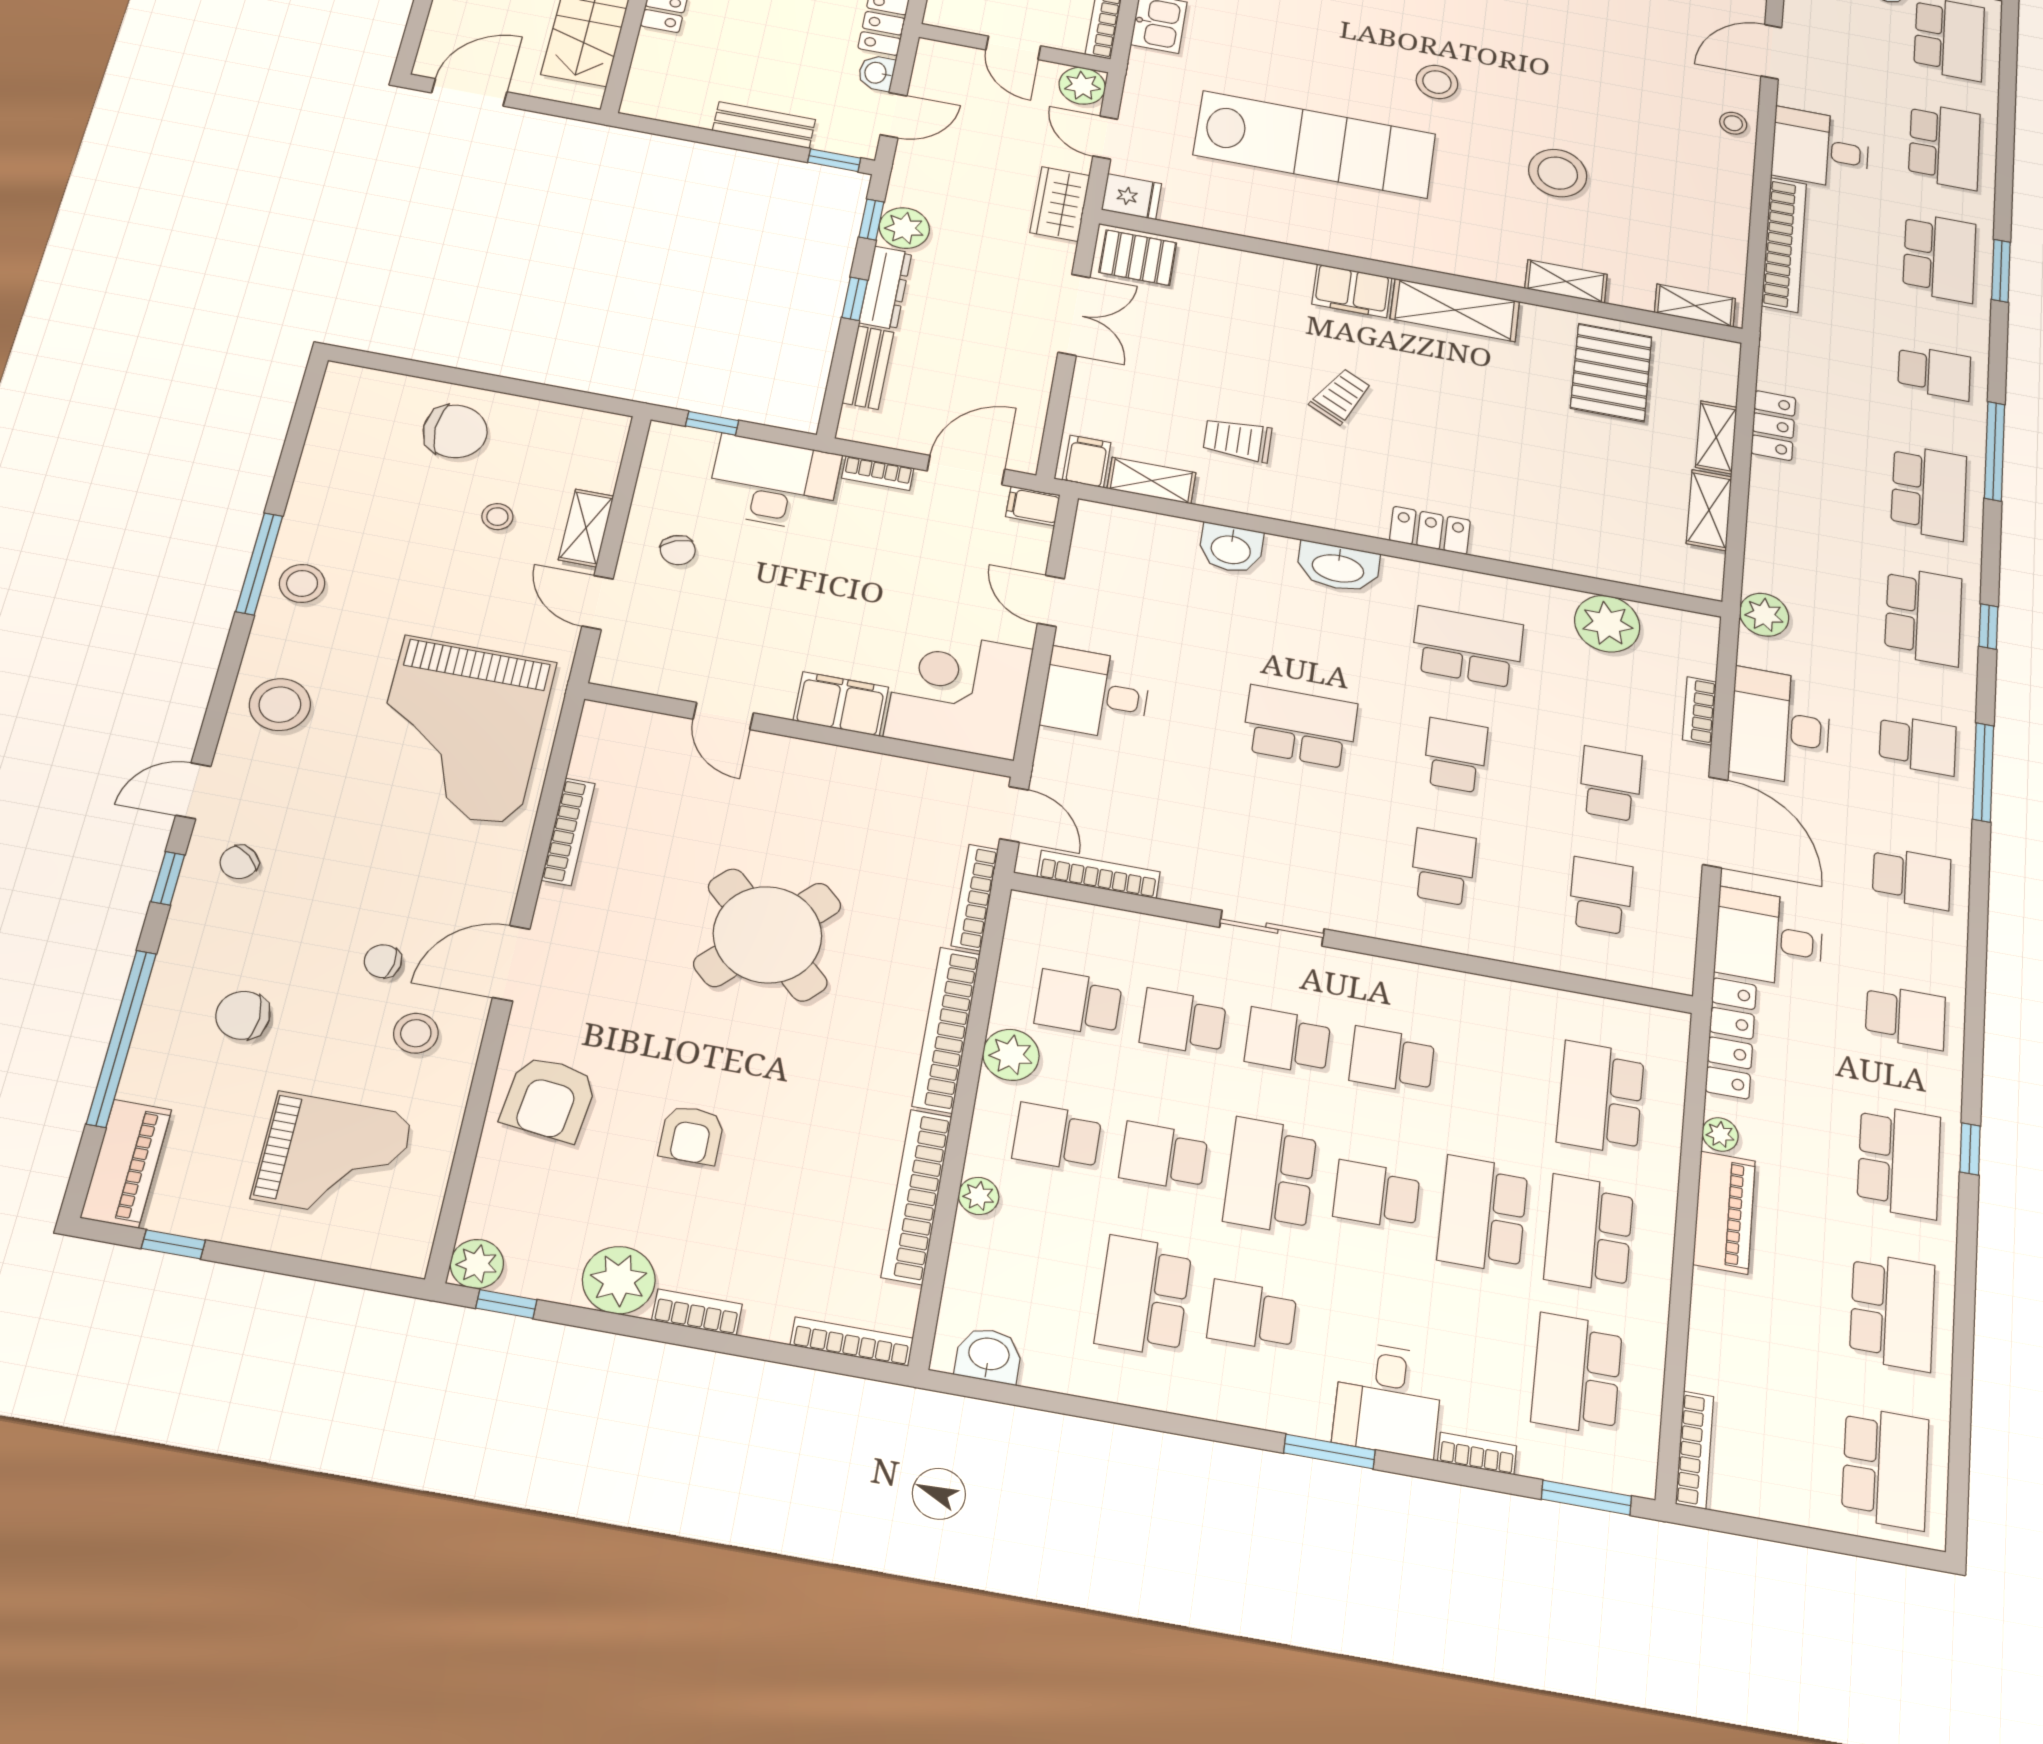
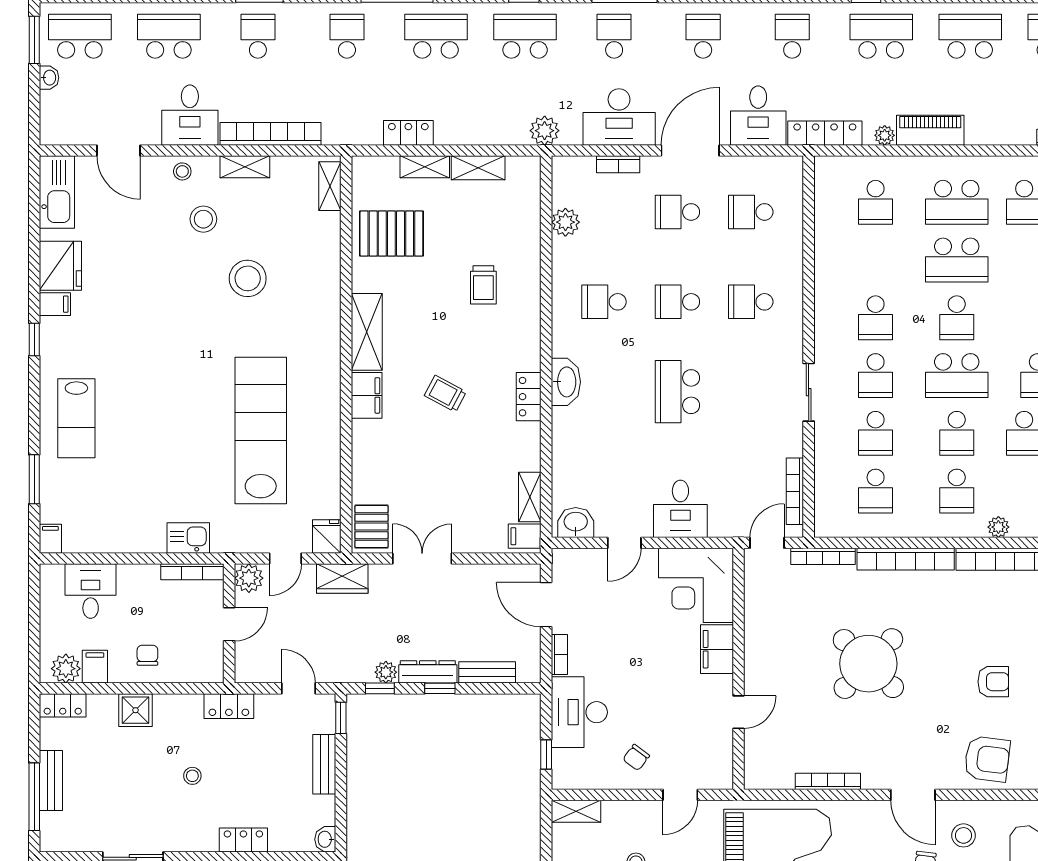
washbasin: (876, 73) -> (325, 839), moved, turned 90
stool: (1437, 82) -> (203, 219), moved
plant: (904, 228) -> (386, 672), width x0.73, depth x0.73
school desk: (1939, 257) -> (258, 36), width x0.54
shelving: (1566, 281) -> (245, 167), moved, turned 90
trolley: (1238, 440) -> (483, 285), moved
filing cabinet: (1033, 506) -> (562, 563), removed
shelving: (586, 528) -> (576, 811), moved
locker: (1430, 530) -> (529, 397), moved
washbasin: (1231, 548) -> (576, 523), moved, turned -90
chair: (678, 550) -> (636, 757), turned 151
plant: (1607, 624) -> (565, 222), width x0.73, depth x0.73
school desk: (1467, 647) -> (604, 302), width x0.54
plant: (1011, 1055) -> (914, 523), removed
school desk: (1601, 1098) -> (876, 202), width x0.54

